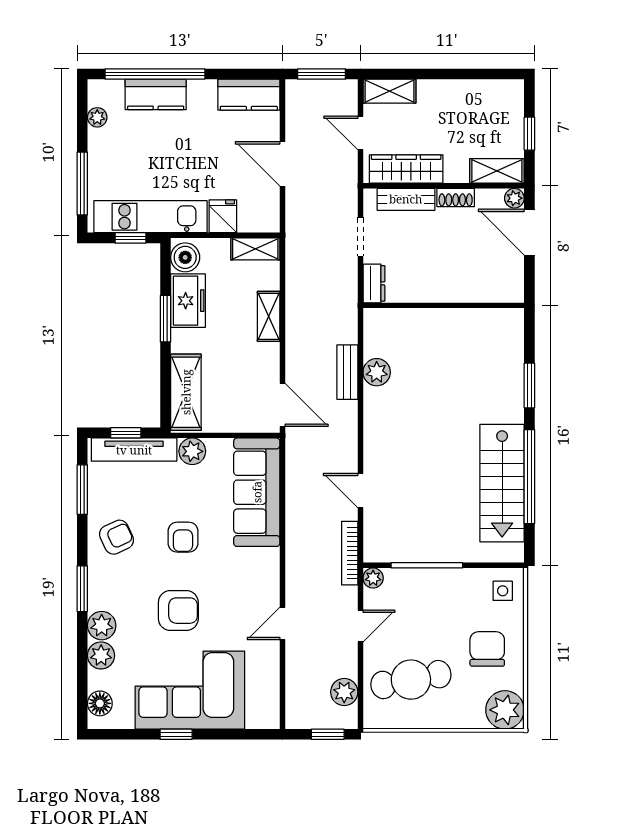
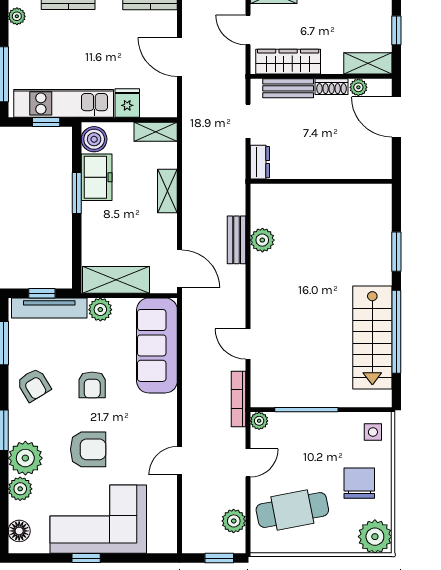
plant: (514, 198) -> (358, 87), moved
shelving: (186, 392) -> (116, 280), moved, turned 90
armchair: (117, 537) -> (34, 385), turned 84
plant: (102, 626) -> (25, 458), width x1.36, depth x1.36

